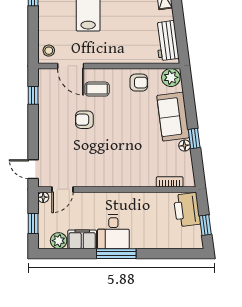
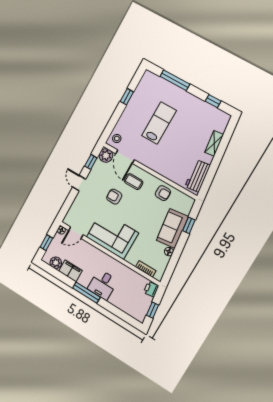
plant: (171, 77) -> (106, 155), moved
window: (194, 138) -> (189, 225), moved
corner sofa: (108, 166) -> (112, 235), added
door: (33, 169) -> (79, 183), moved
printer: (187, 210) -> (151, 289), width x0.53, depth x0.68
desk: (113, 232) -> (103, 285), moved

